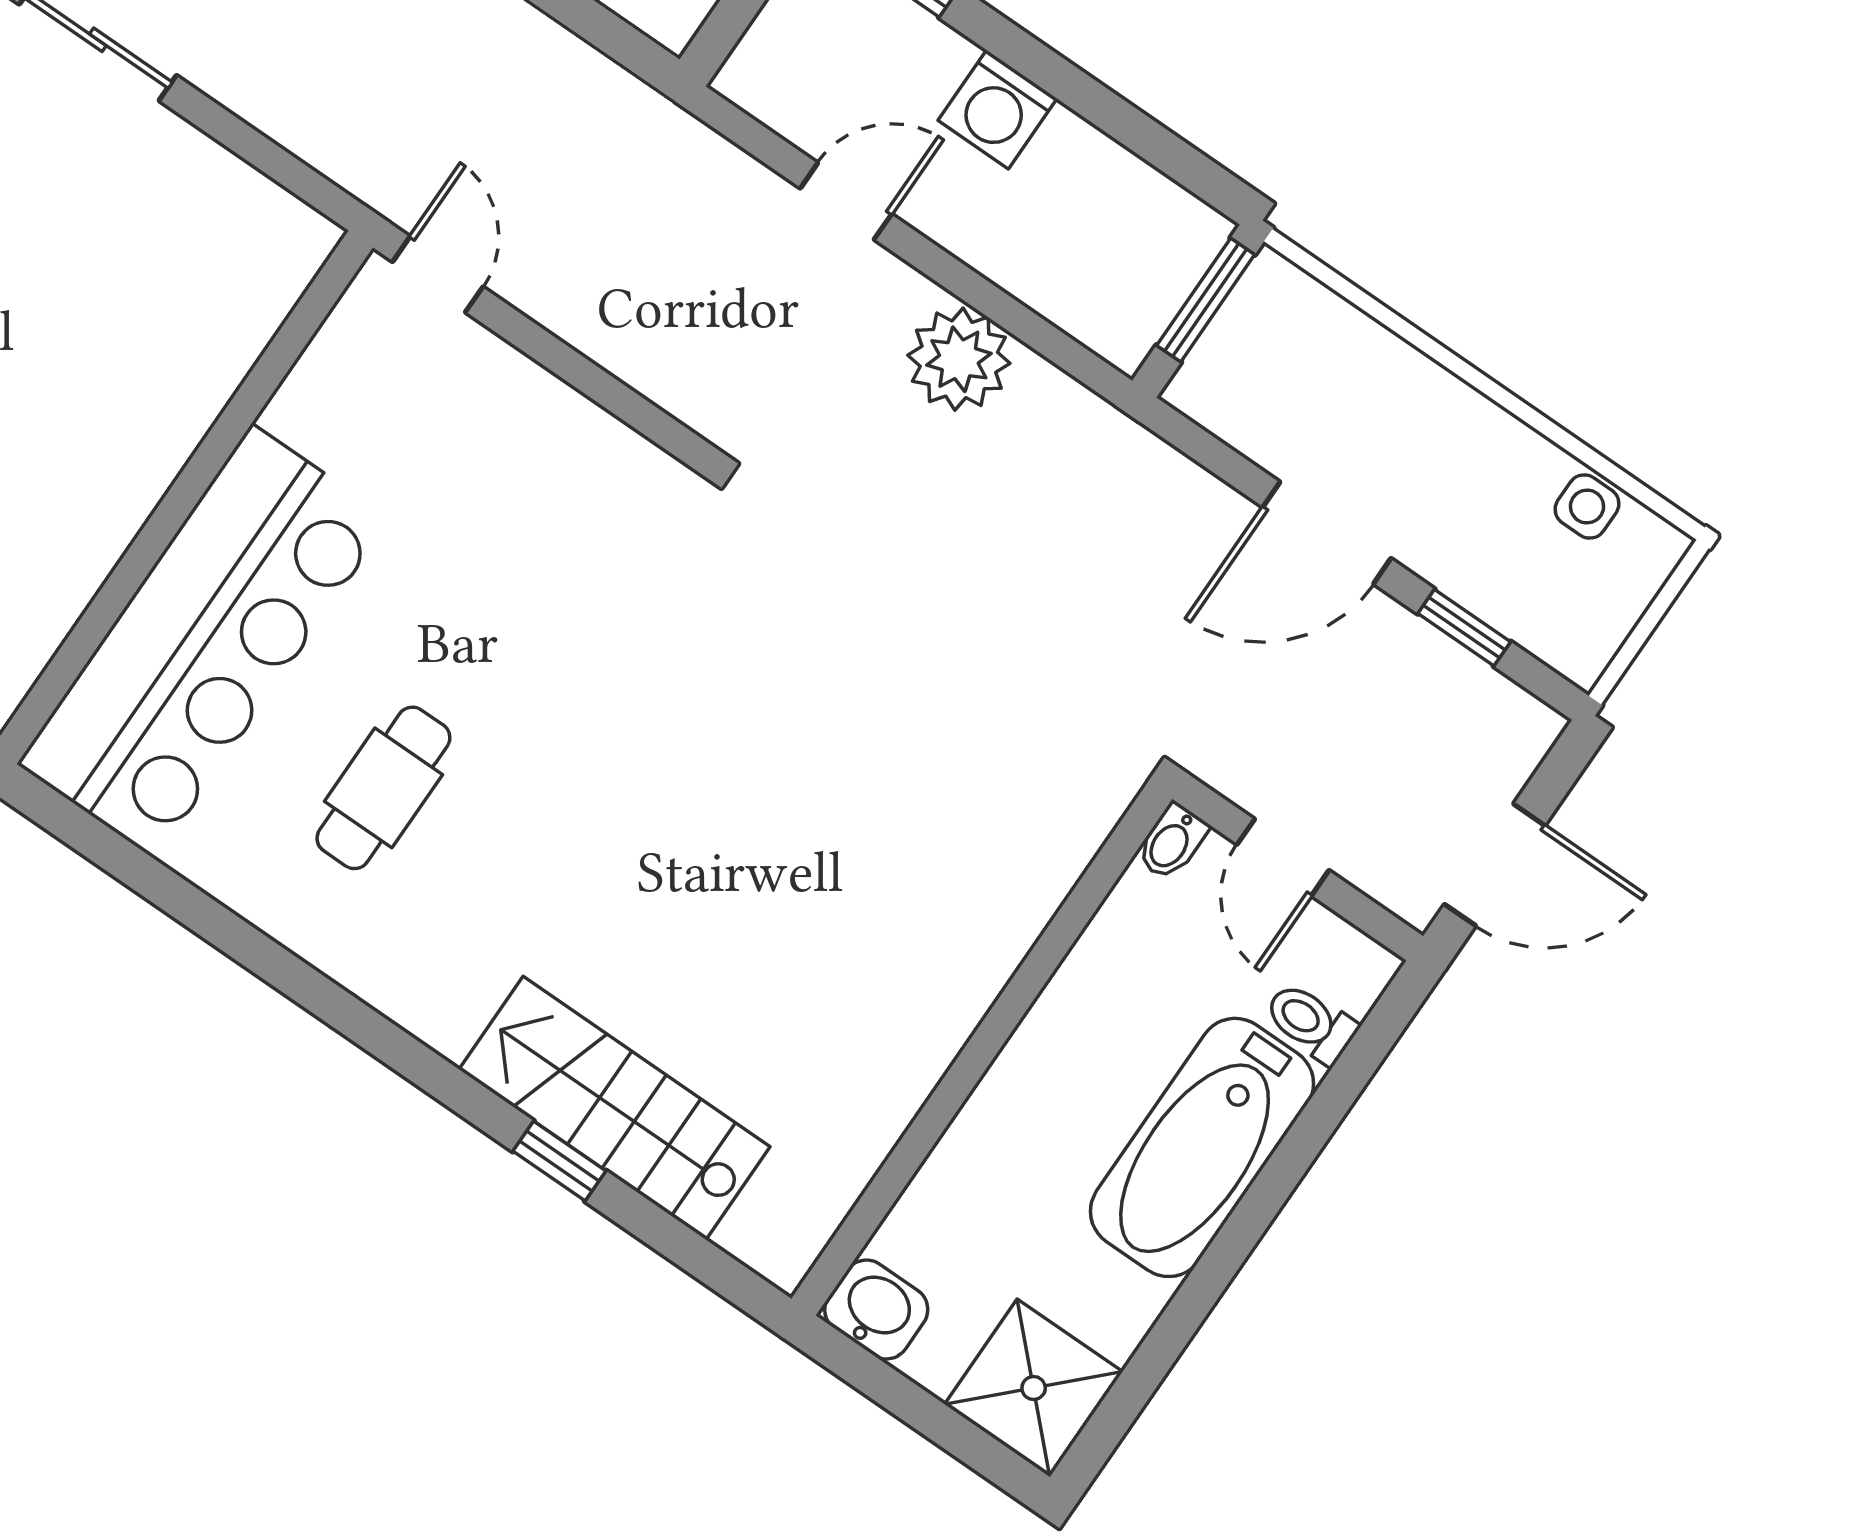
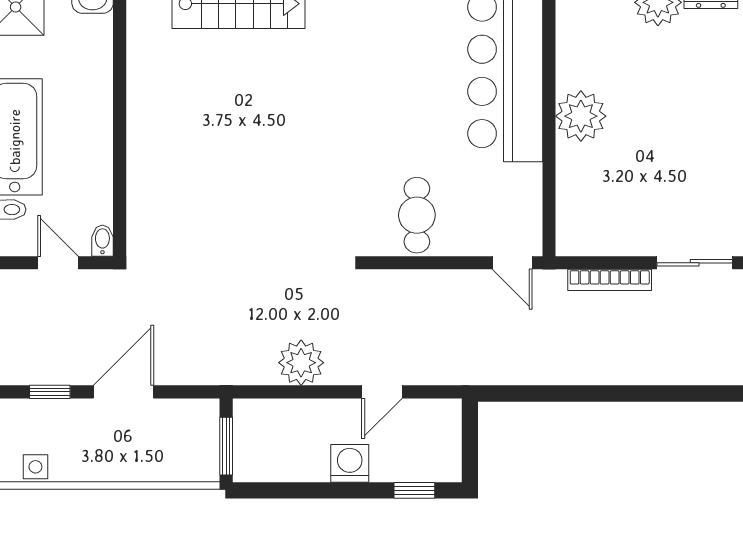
bookcase: (278, 117) -> (610, 280), added
plant: (121, 459) -> (581, 116), added
cafe table: (383, 788) -> (417, 215), moved

